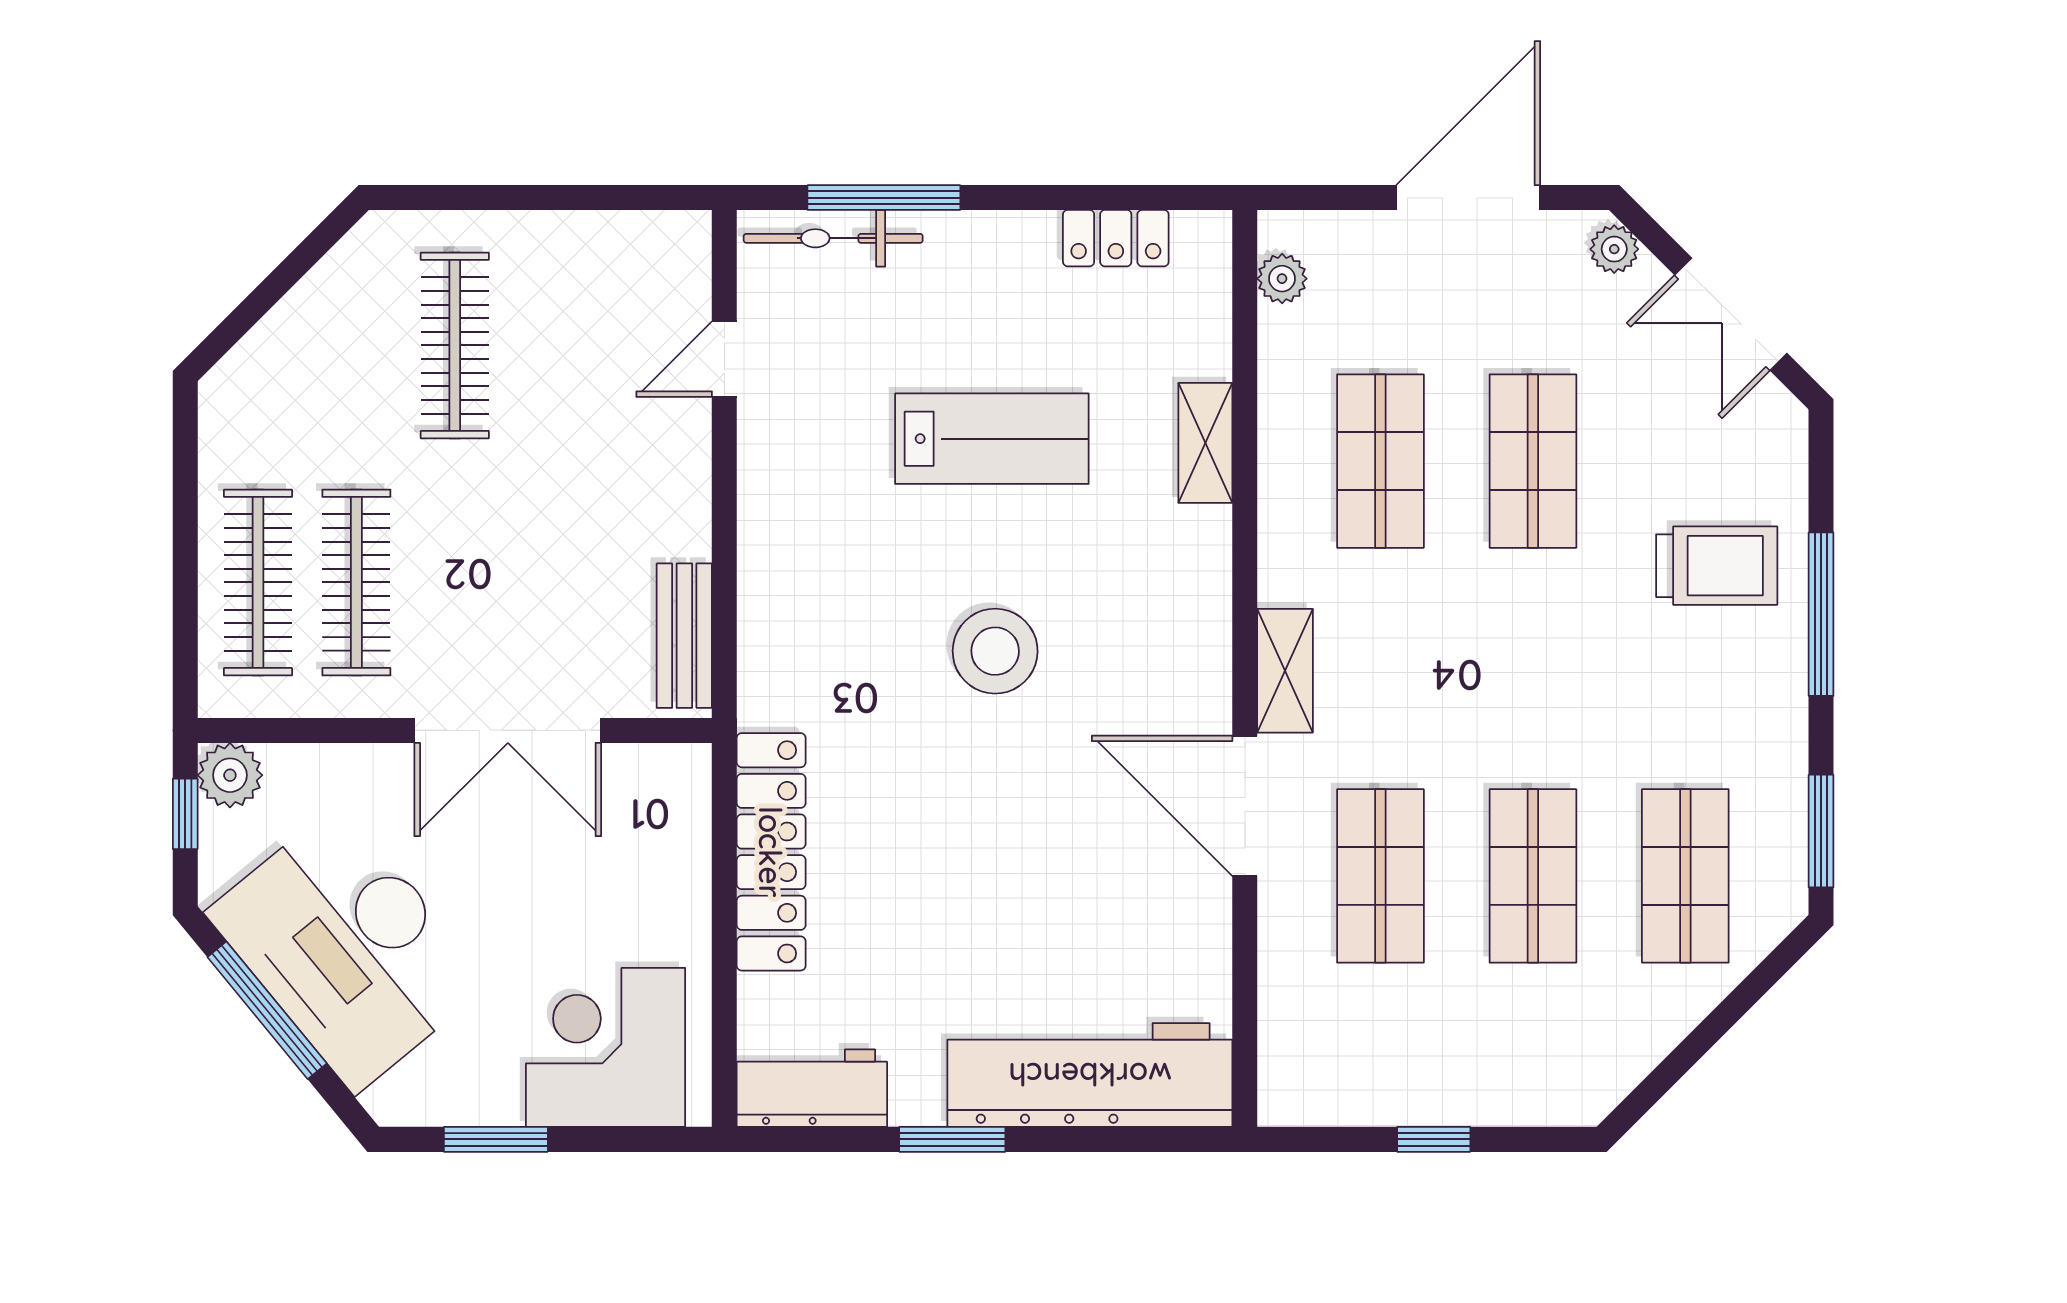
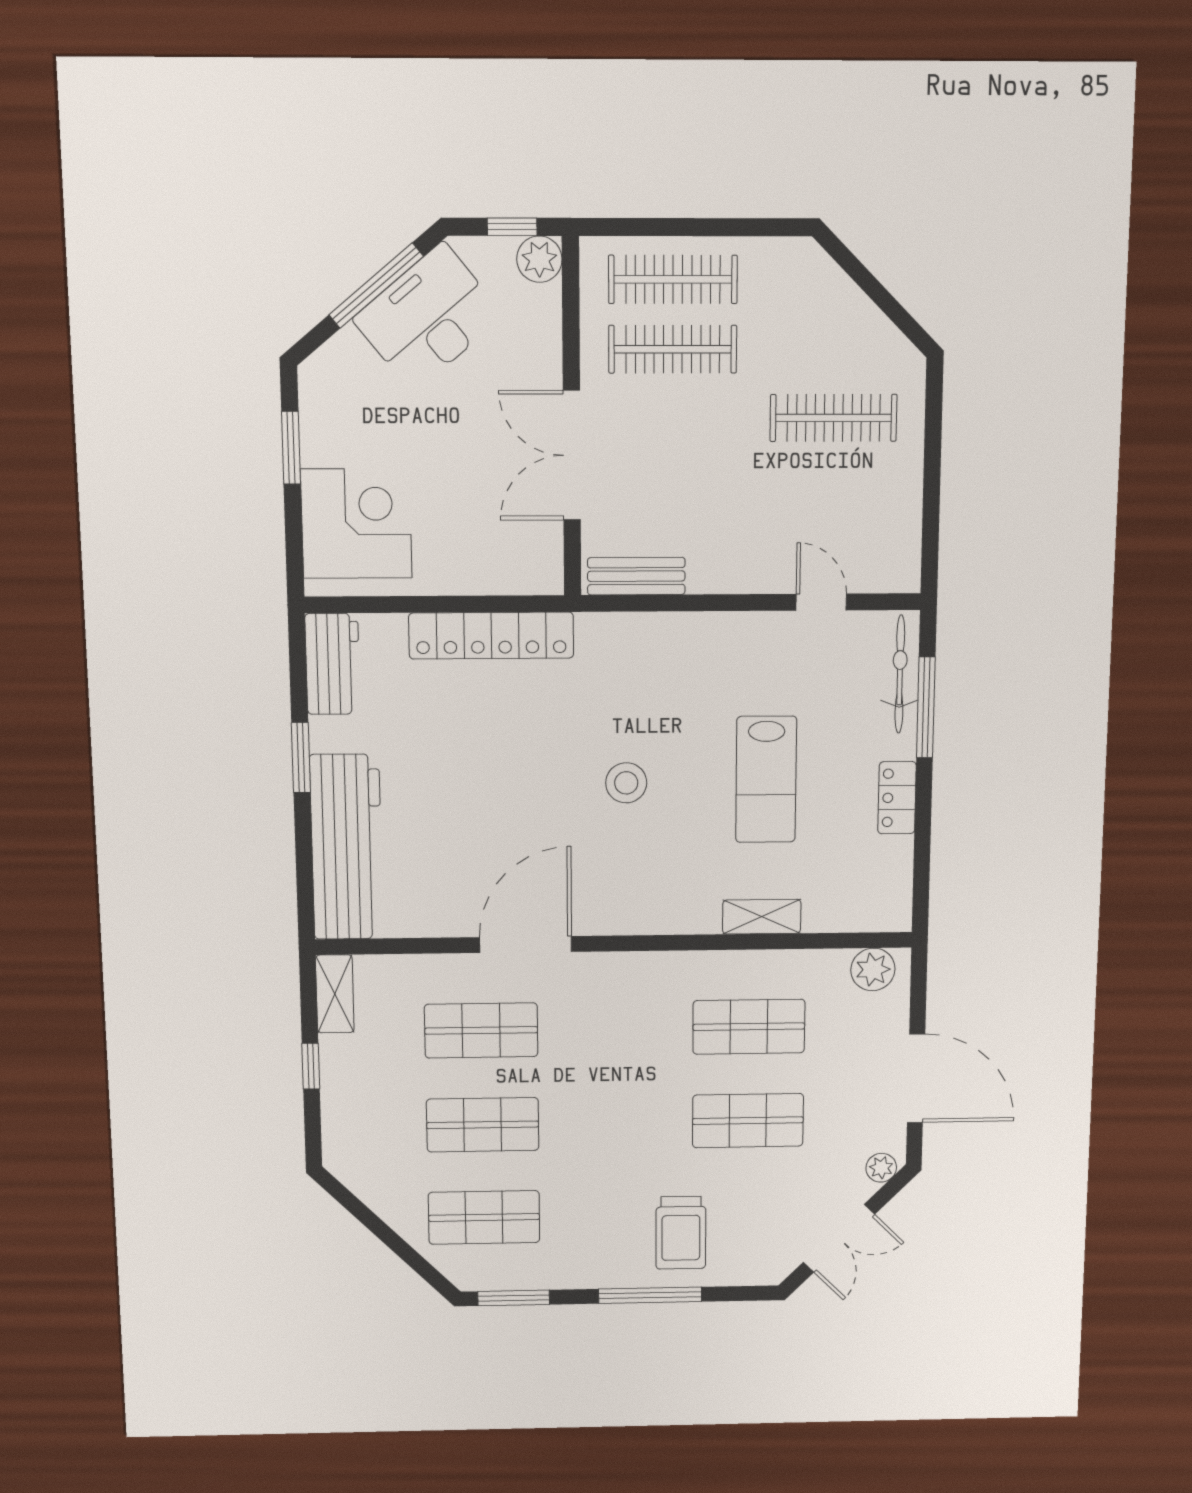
locker: (1116, 238) -> (897, 798), moved
plant: (1282, 279) -> (873, 969), width x1.38, depth x1.38
double door: (1731, 314) -> (839, 1238), swing flipped
stool: (995, 651) -> (626, 783), width x0.73, depth x0.73
shelving: (1285, 671) -> (335, 994), moved, turned 90
desk: (348, 948) -> (428, 317), width x0.73, depth x0.77

